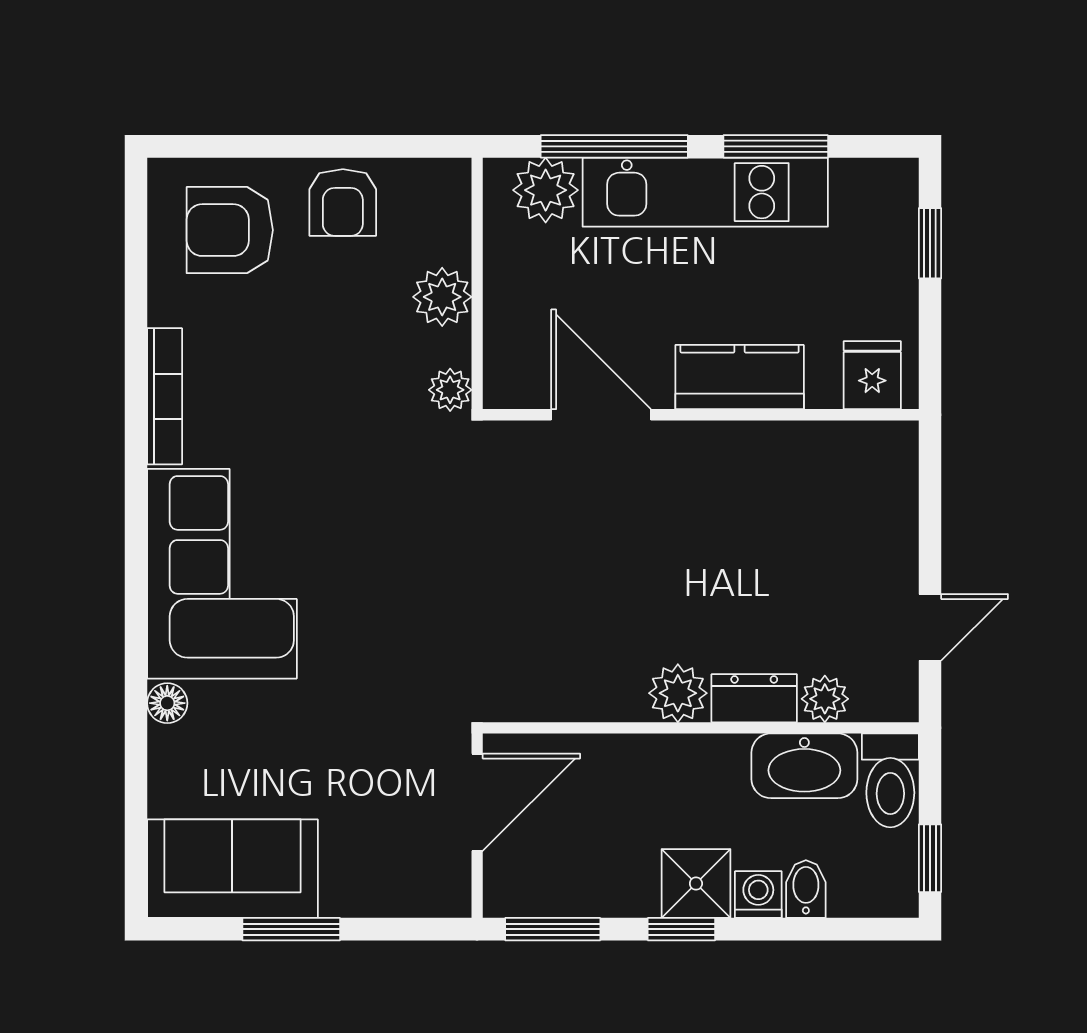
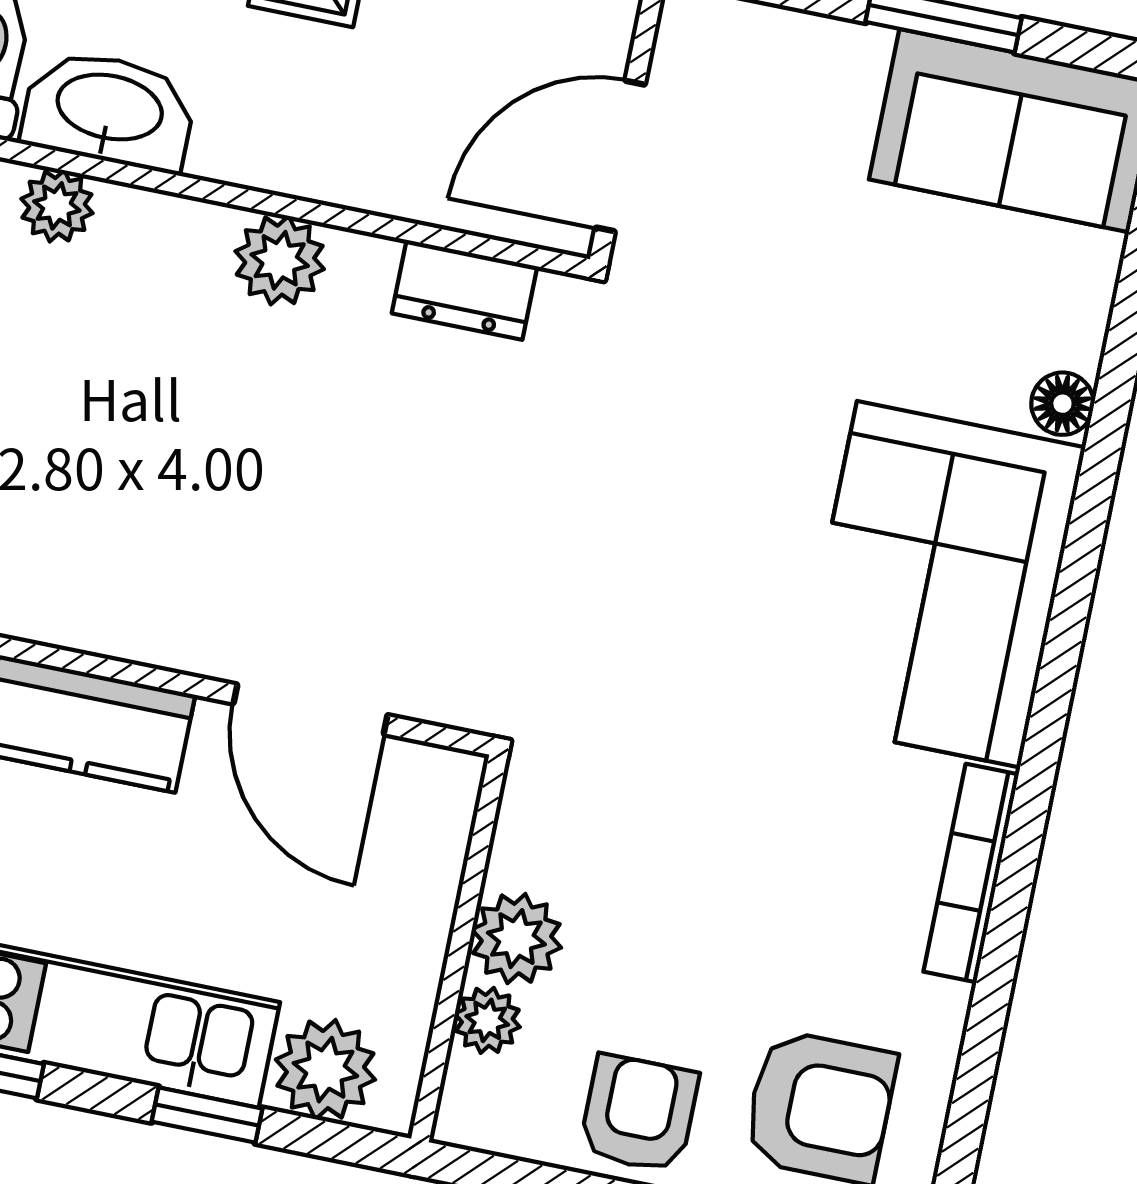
window: (614, 146) -> (207, 1115), width x0.46
plant: (450, 390) -> (487, 1020), moved
dresser: (754, 698) -> (465, 290), moved

